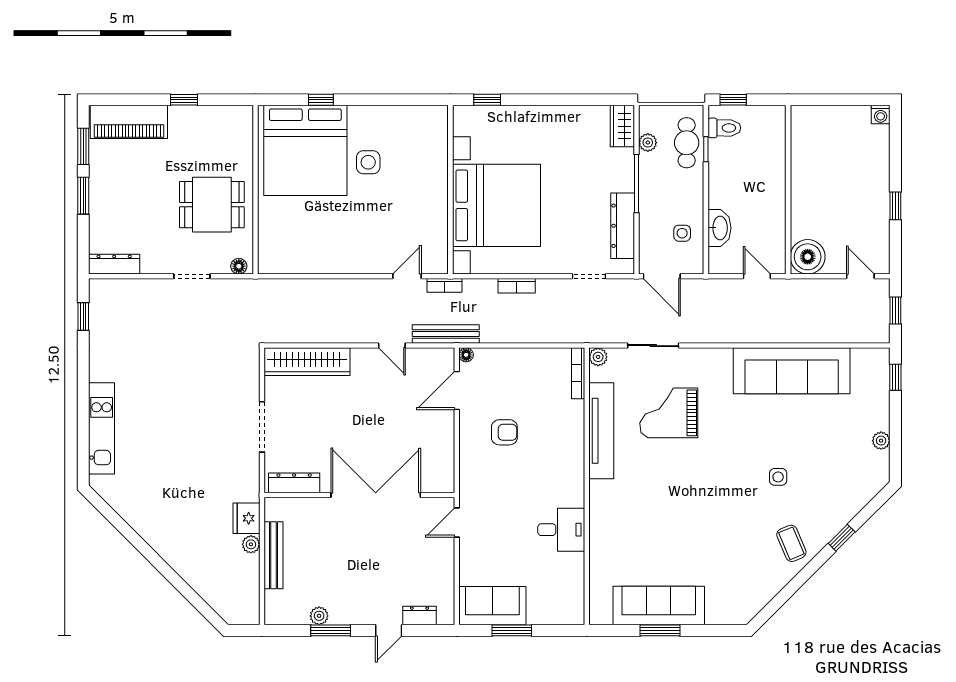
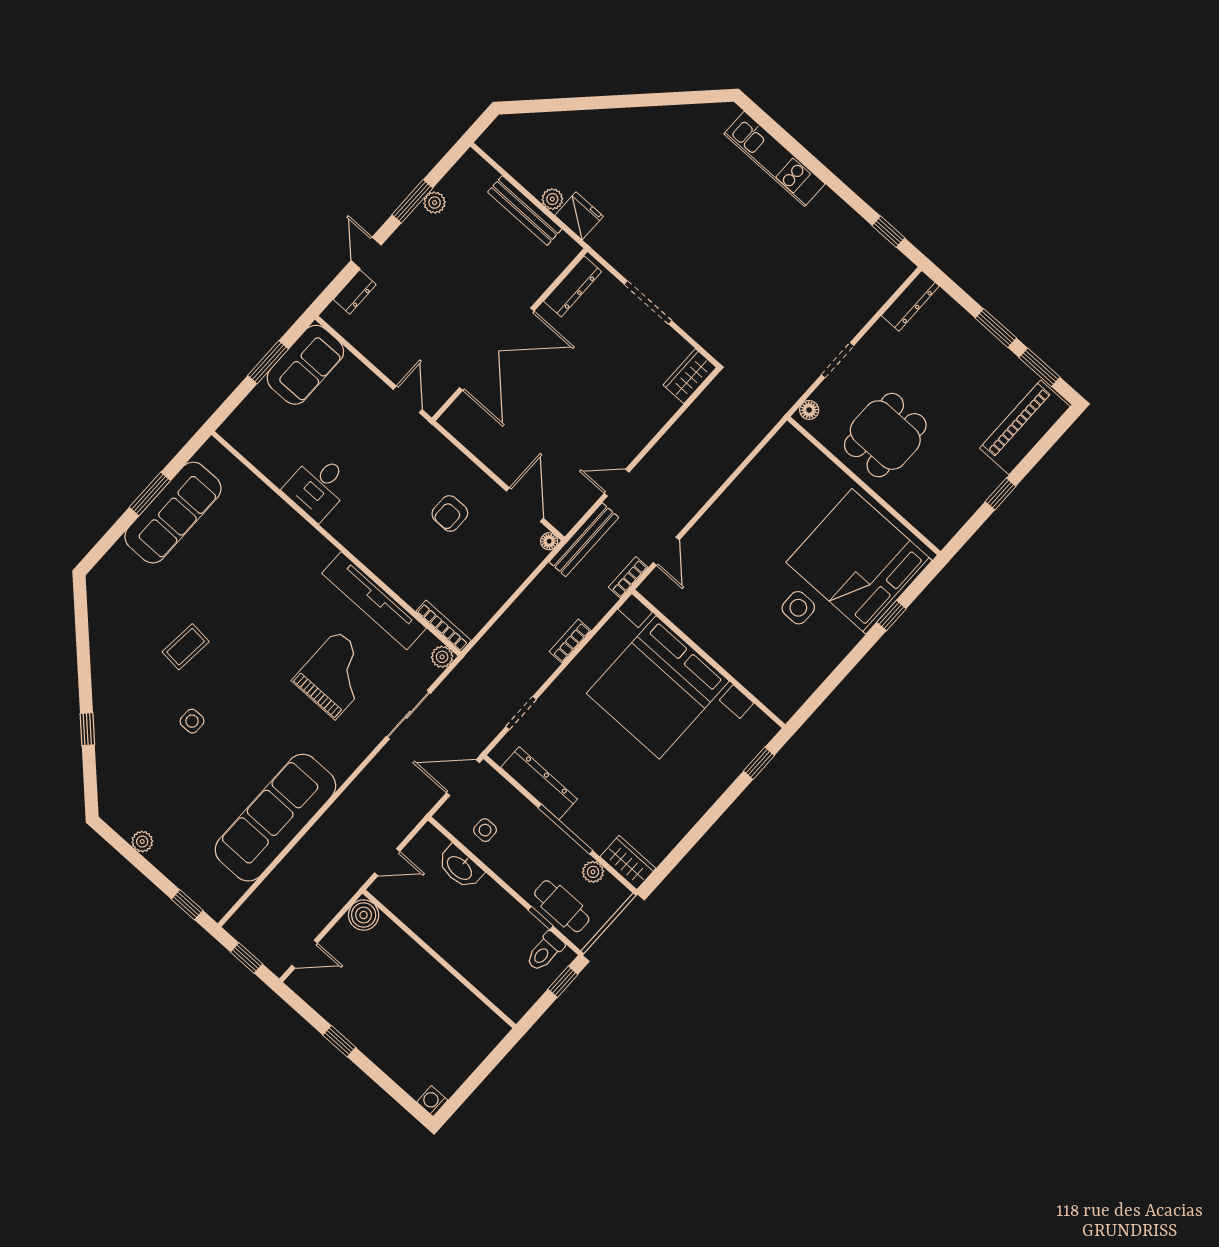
boiler: (808, 257) -> (364, 915), width x0.73, depth x0.73
wardrobe: (307, 362) -> (690, 376), width x0.48, depth x0.85
coffee table: (791, 543) -> (186, 647), moved, turned -62

